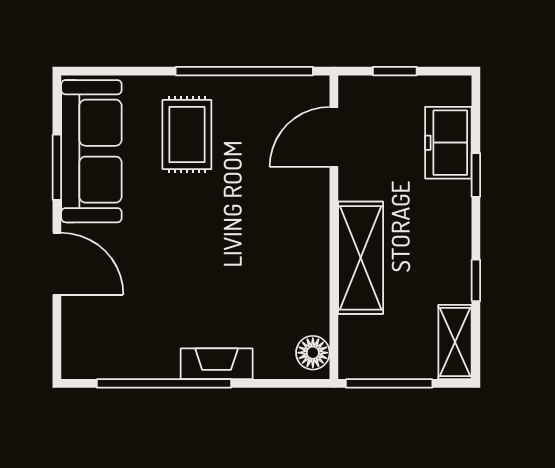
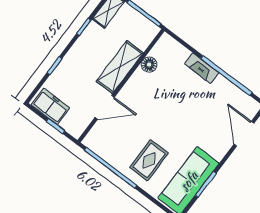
door: (334, 137) -> (105, 107), moved
freezer: (448, 143) -> (50, 106), moved, turned -90
door: (57, 264) -> (244, 134), moved
floor lamp: (313, 353) -> (149, 65), moved

